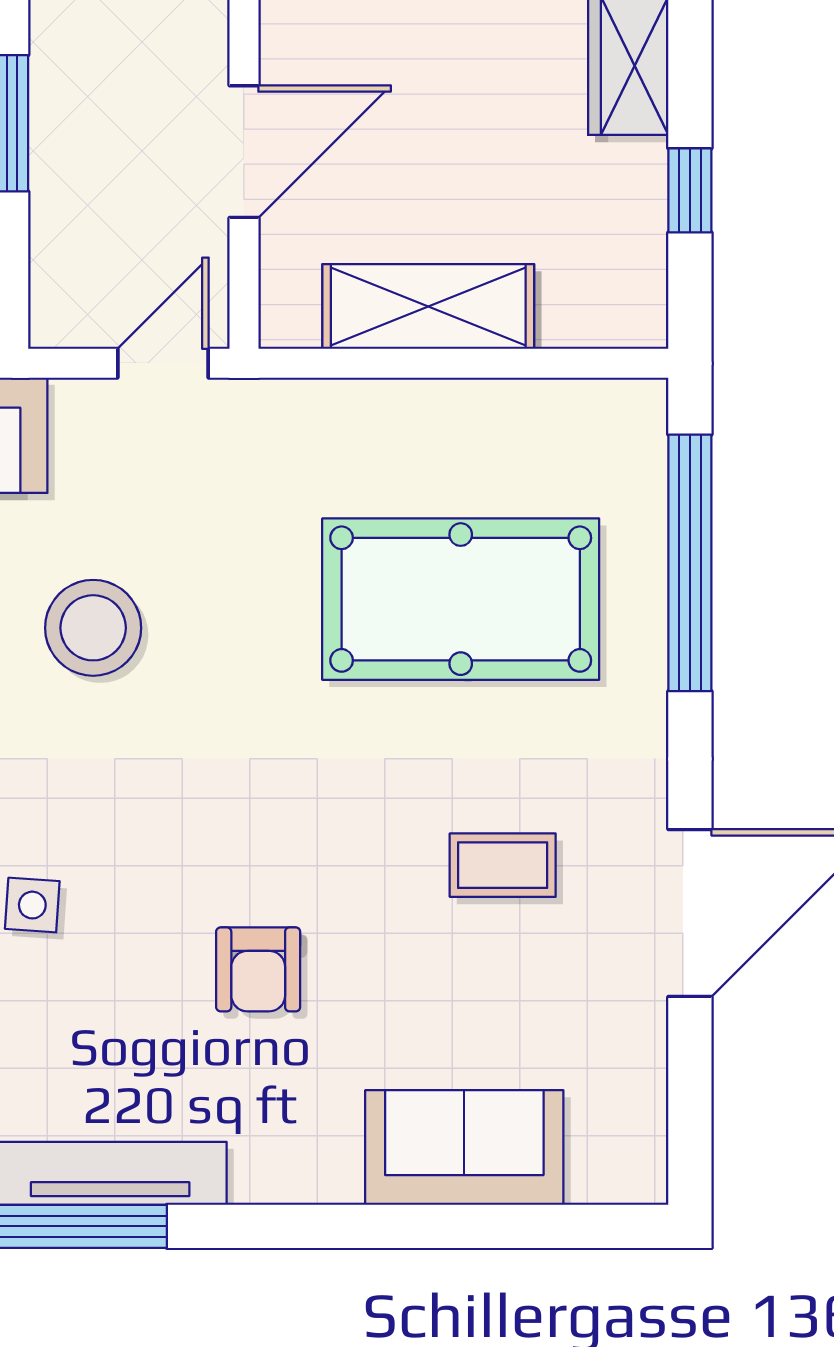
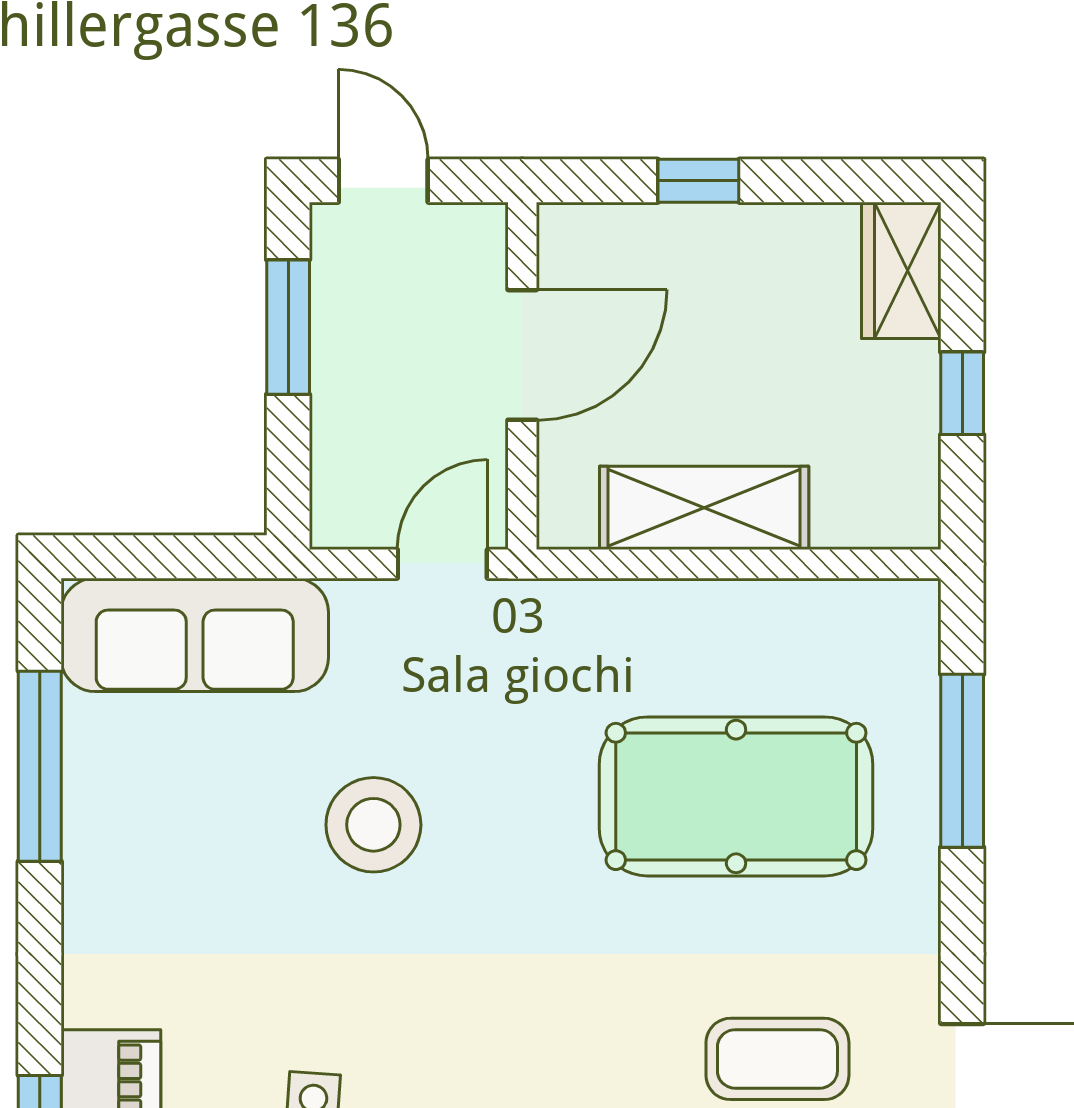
window: (690, 563) -> (962, 761), width x0.68
coffee table: (503, 865) -> (777, 1059), width x1.36, depth x1.30

